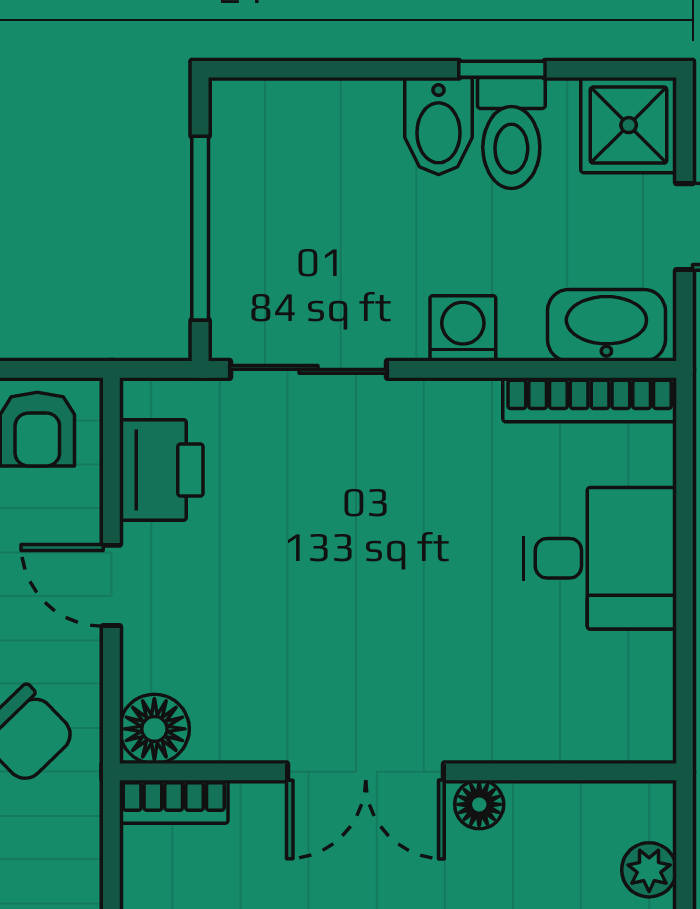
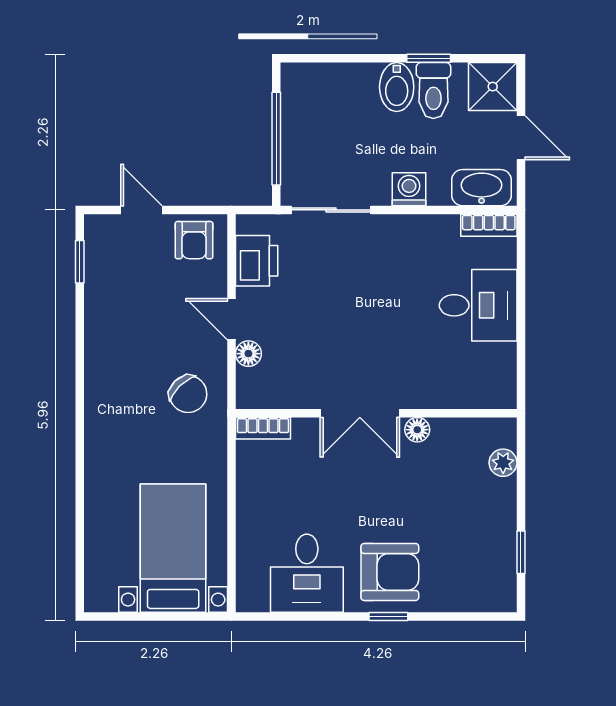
bookcase: (590, 400) -> (489, 225), width x0.64
floor lamp: (154, 729) -> (248, 354), moved, width x0.73, depth x0.73

